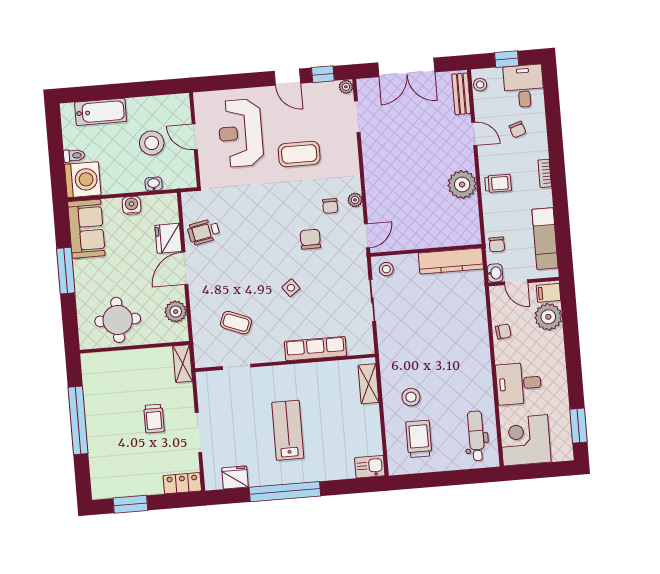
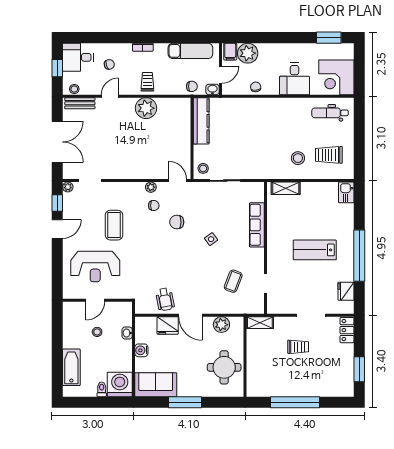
stool: (152, 143) -> (97, 332), width x0.53, depth x0.53

